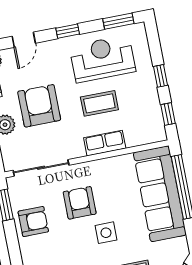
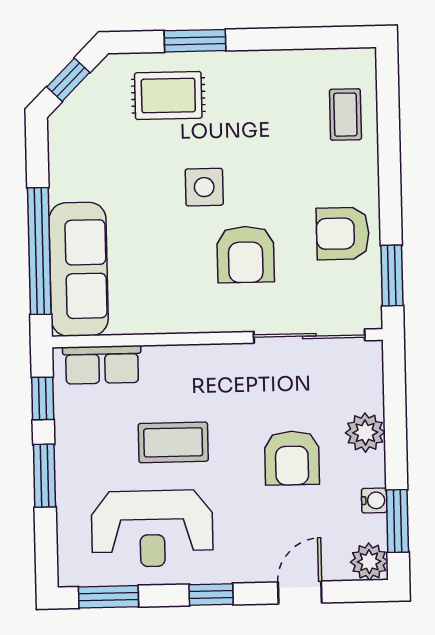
window: (161, 76) -> (44, 476), width x1.50
armchair: (39, 106) -> (292, 458), width x0.73, depth x0.73
row of seats: (105, 143) -> (102, 365), moved
sofa: (160, 194) -> (79, 269), width x0.74, depth x0.79

